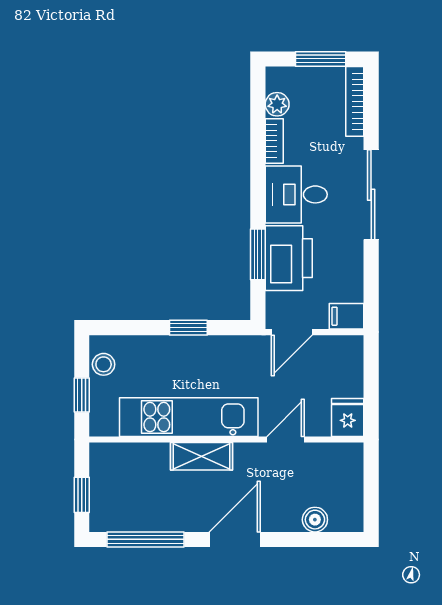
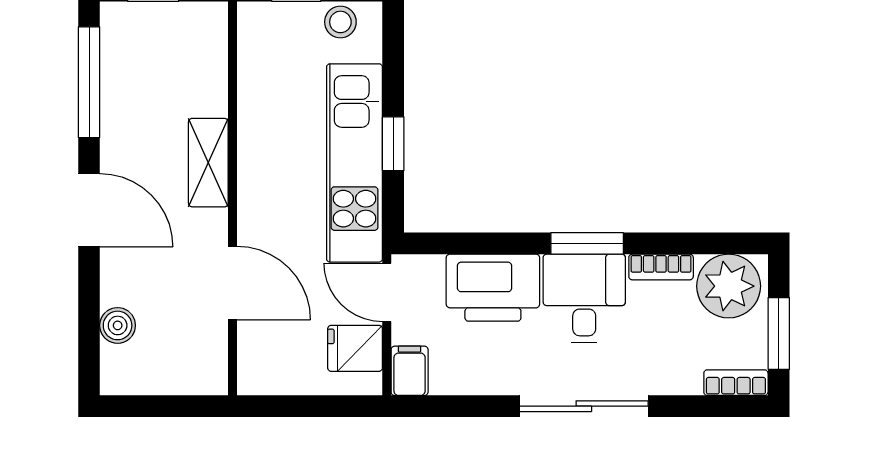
bookcase: (355, 101) -> (736, 383), width x0.64
plant: (277, 104) -> (729, 286), width x1.87, depth x1.87
window: (258, 254) -> (587, 243), moved
kitchen unit: (189, 417) -> (354, 163), moved, turned 180
fridge: (348, 417) -> (355, 348), moved, turned 180
door: (285, 439) -> (233, 283), width x1.38

